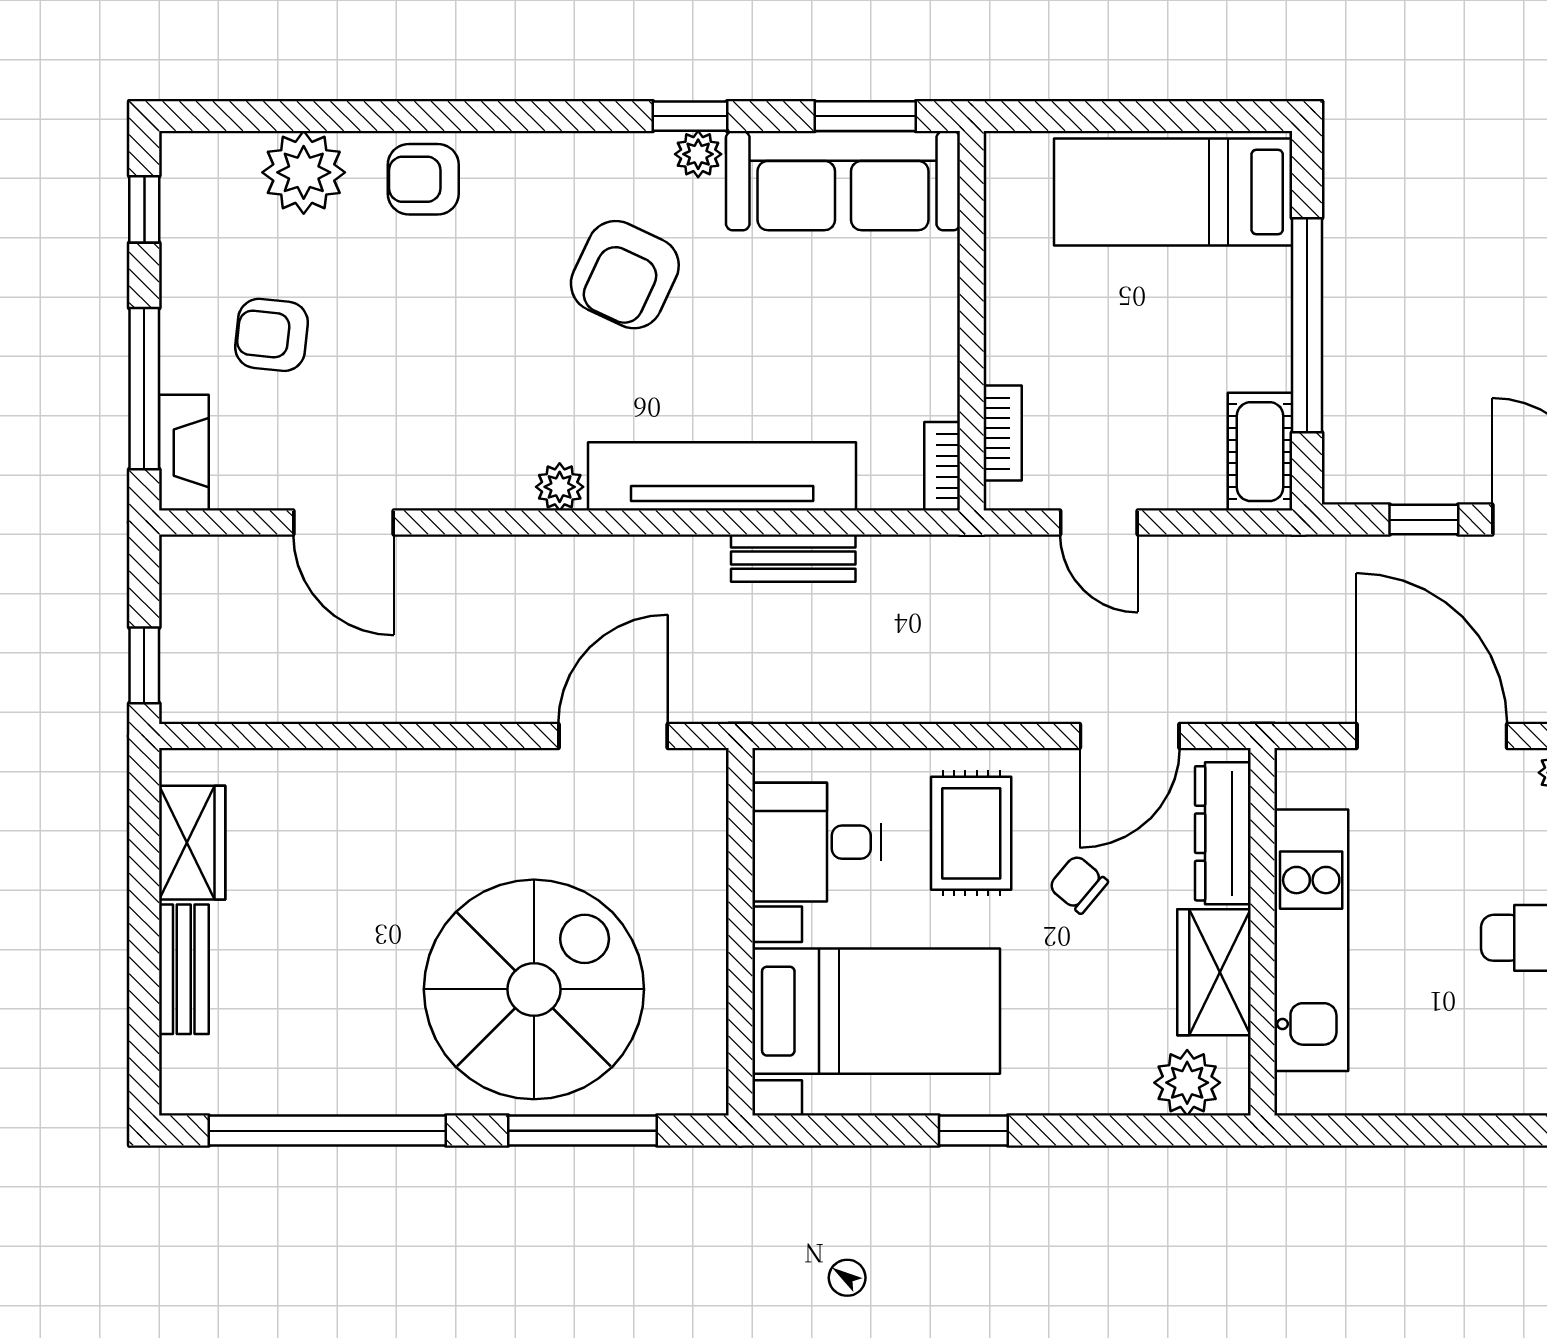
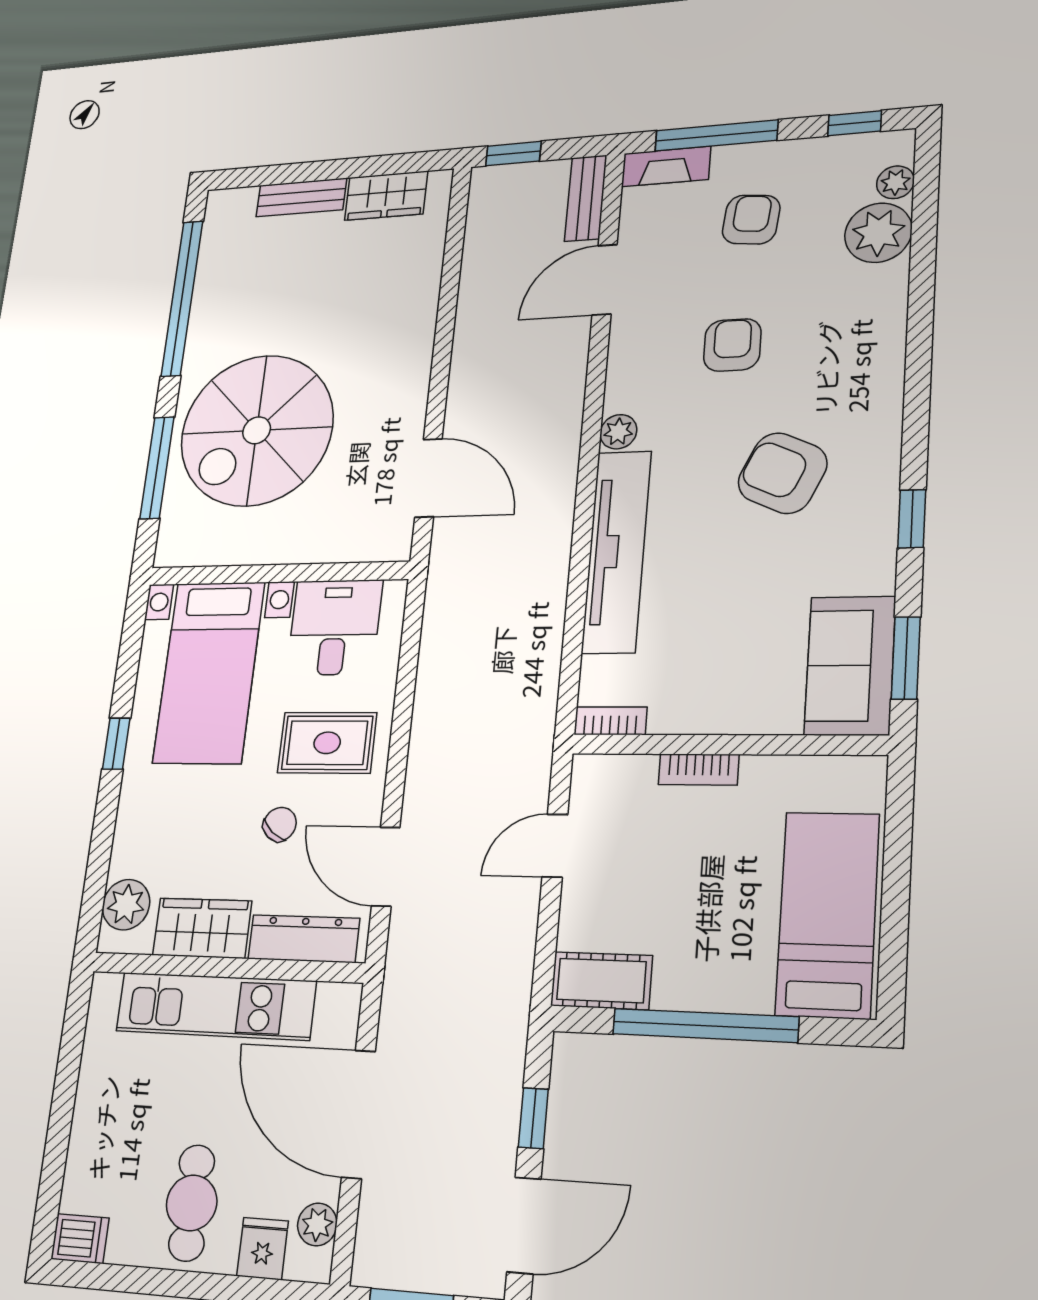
plant: (698, 154) -> (895, 182), moved
armchair: (423, 179) -> (732, 345), moved
sofa: (843, 181) -> (850, 666), width x0.73
bookcase: (1003, 433) -> (699, 770), moved
bench: (793, 558) -> (586, 198), moved
door: (1432, 736) -> (358, 1114), swing flipped
spiral stairs: (534, 989) -> (257, 430), turned 90

